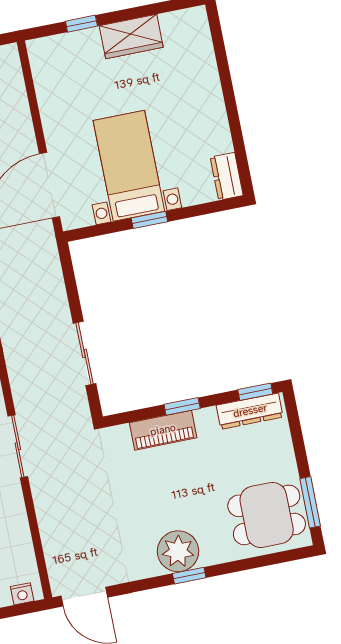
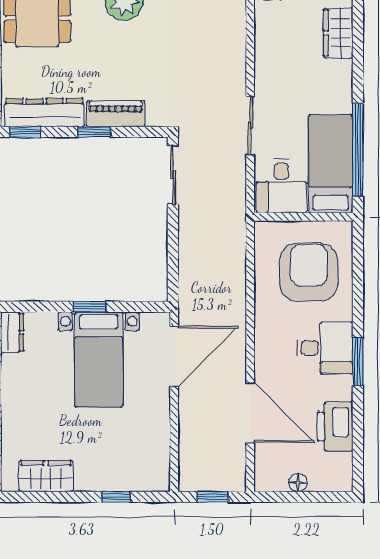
wardrobe: (131, 37) -> (46, 476), moved
sliding door: (85, 353) -> (173, 175), moved
dresser: (250, 411) -> (44, 113), width x1.37, depth x1.24

